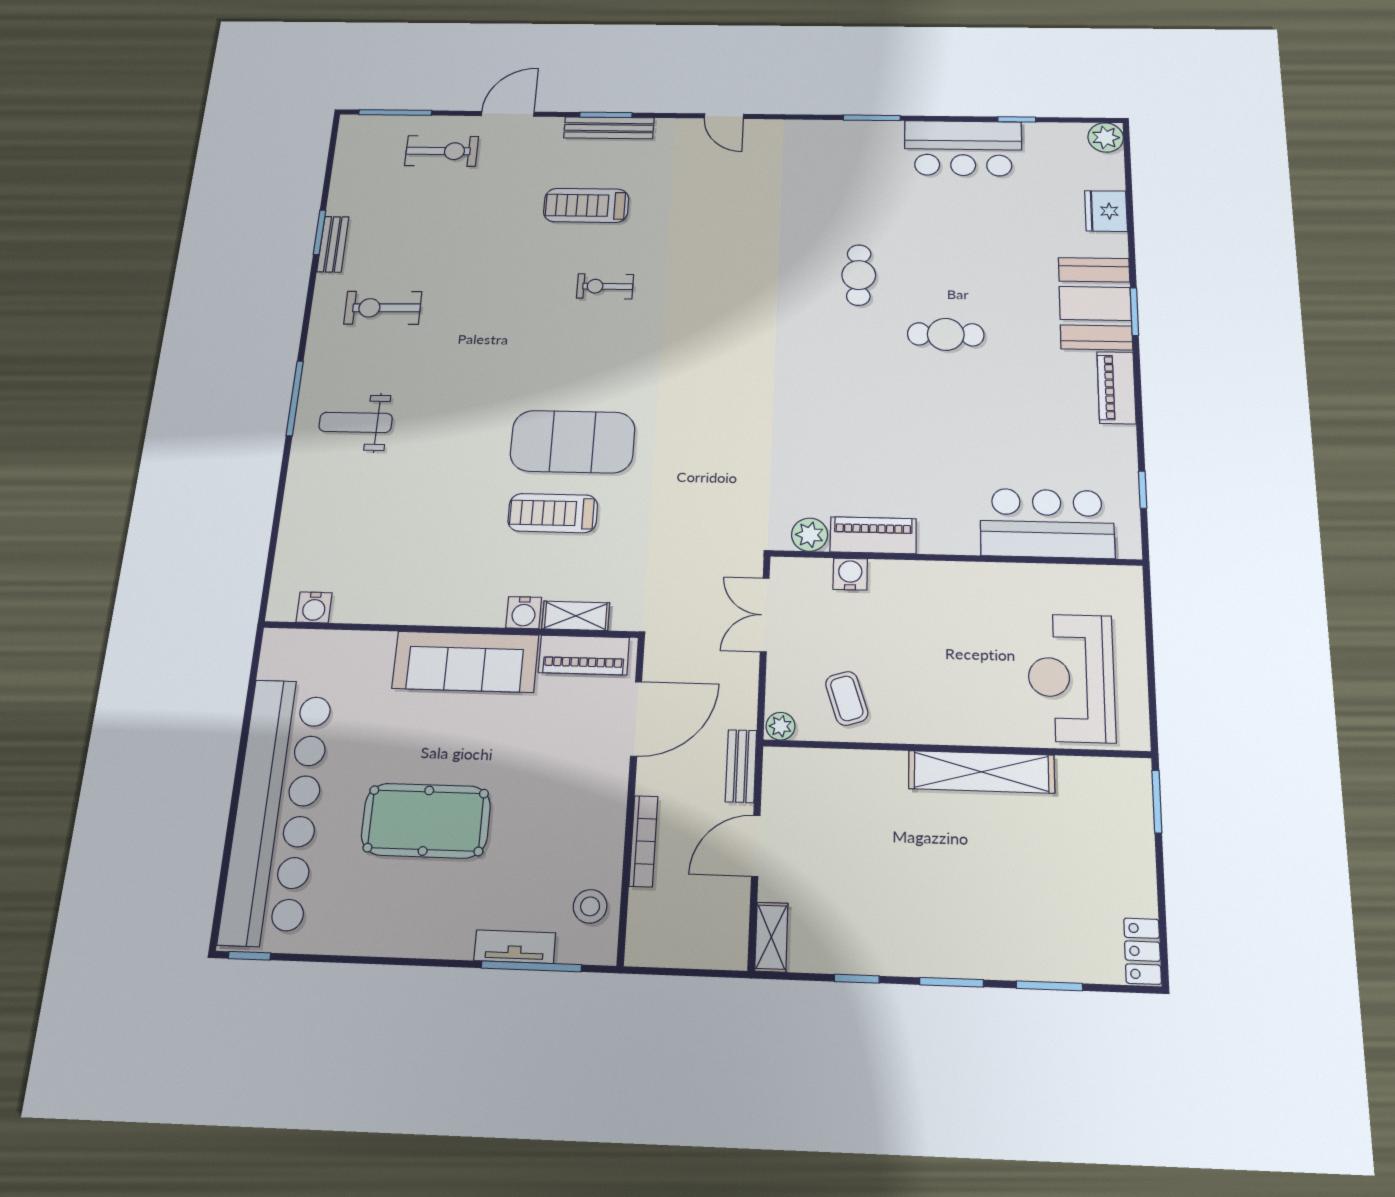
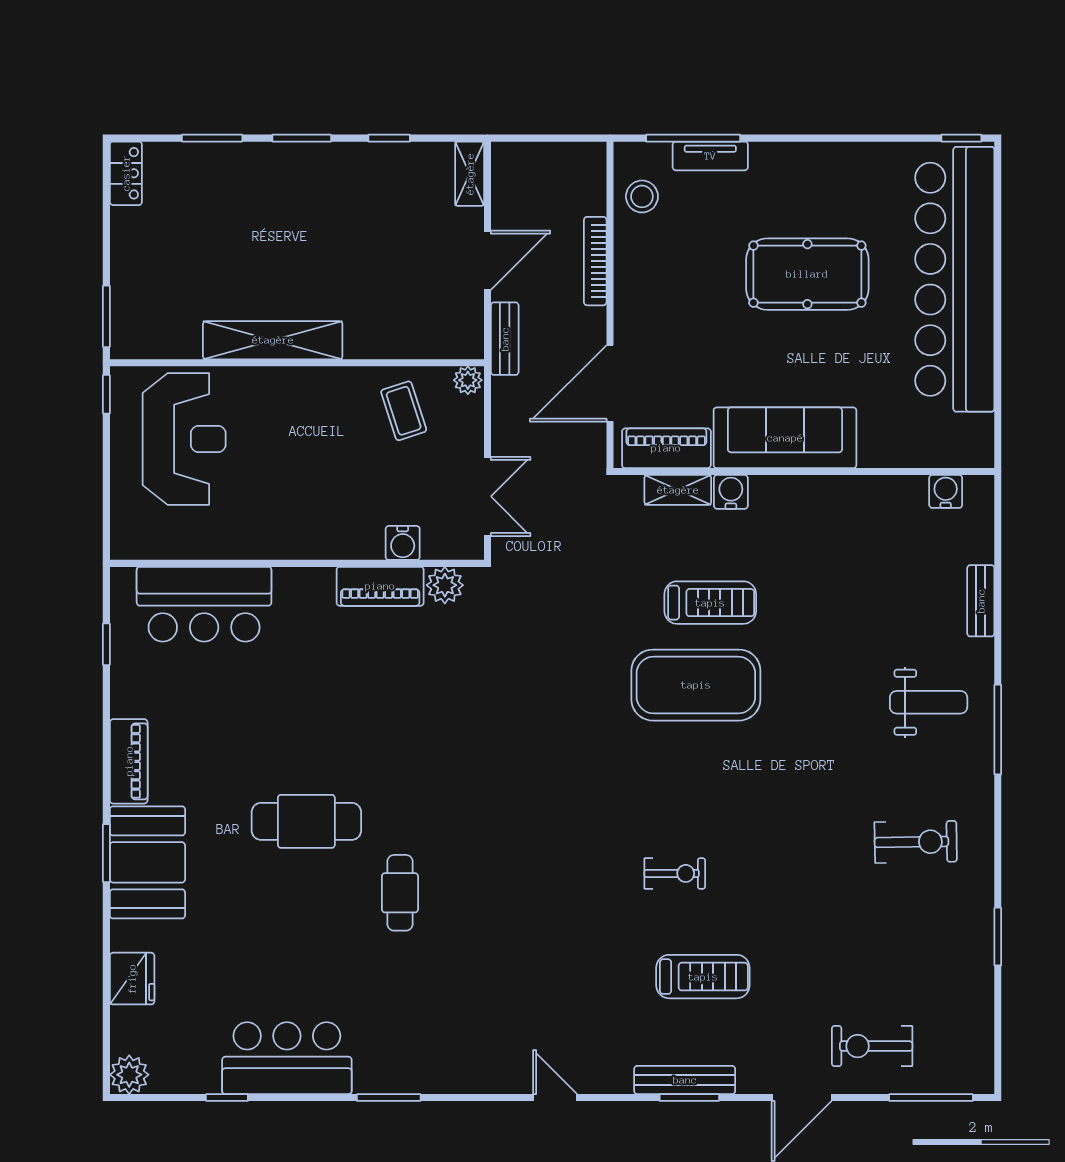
bench: (333, 244) -> (981, 601), moved
cafe table: (946, 334) -> (306, 821), width x1.37, depth x1.35
window: (1153, 724) -> (106, 394), added

